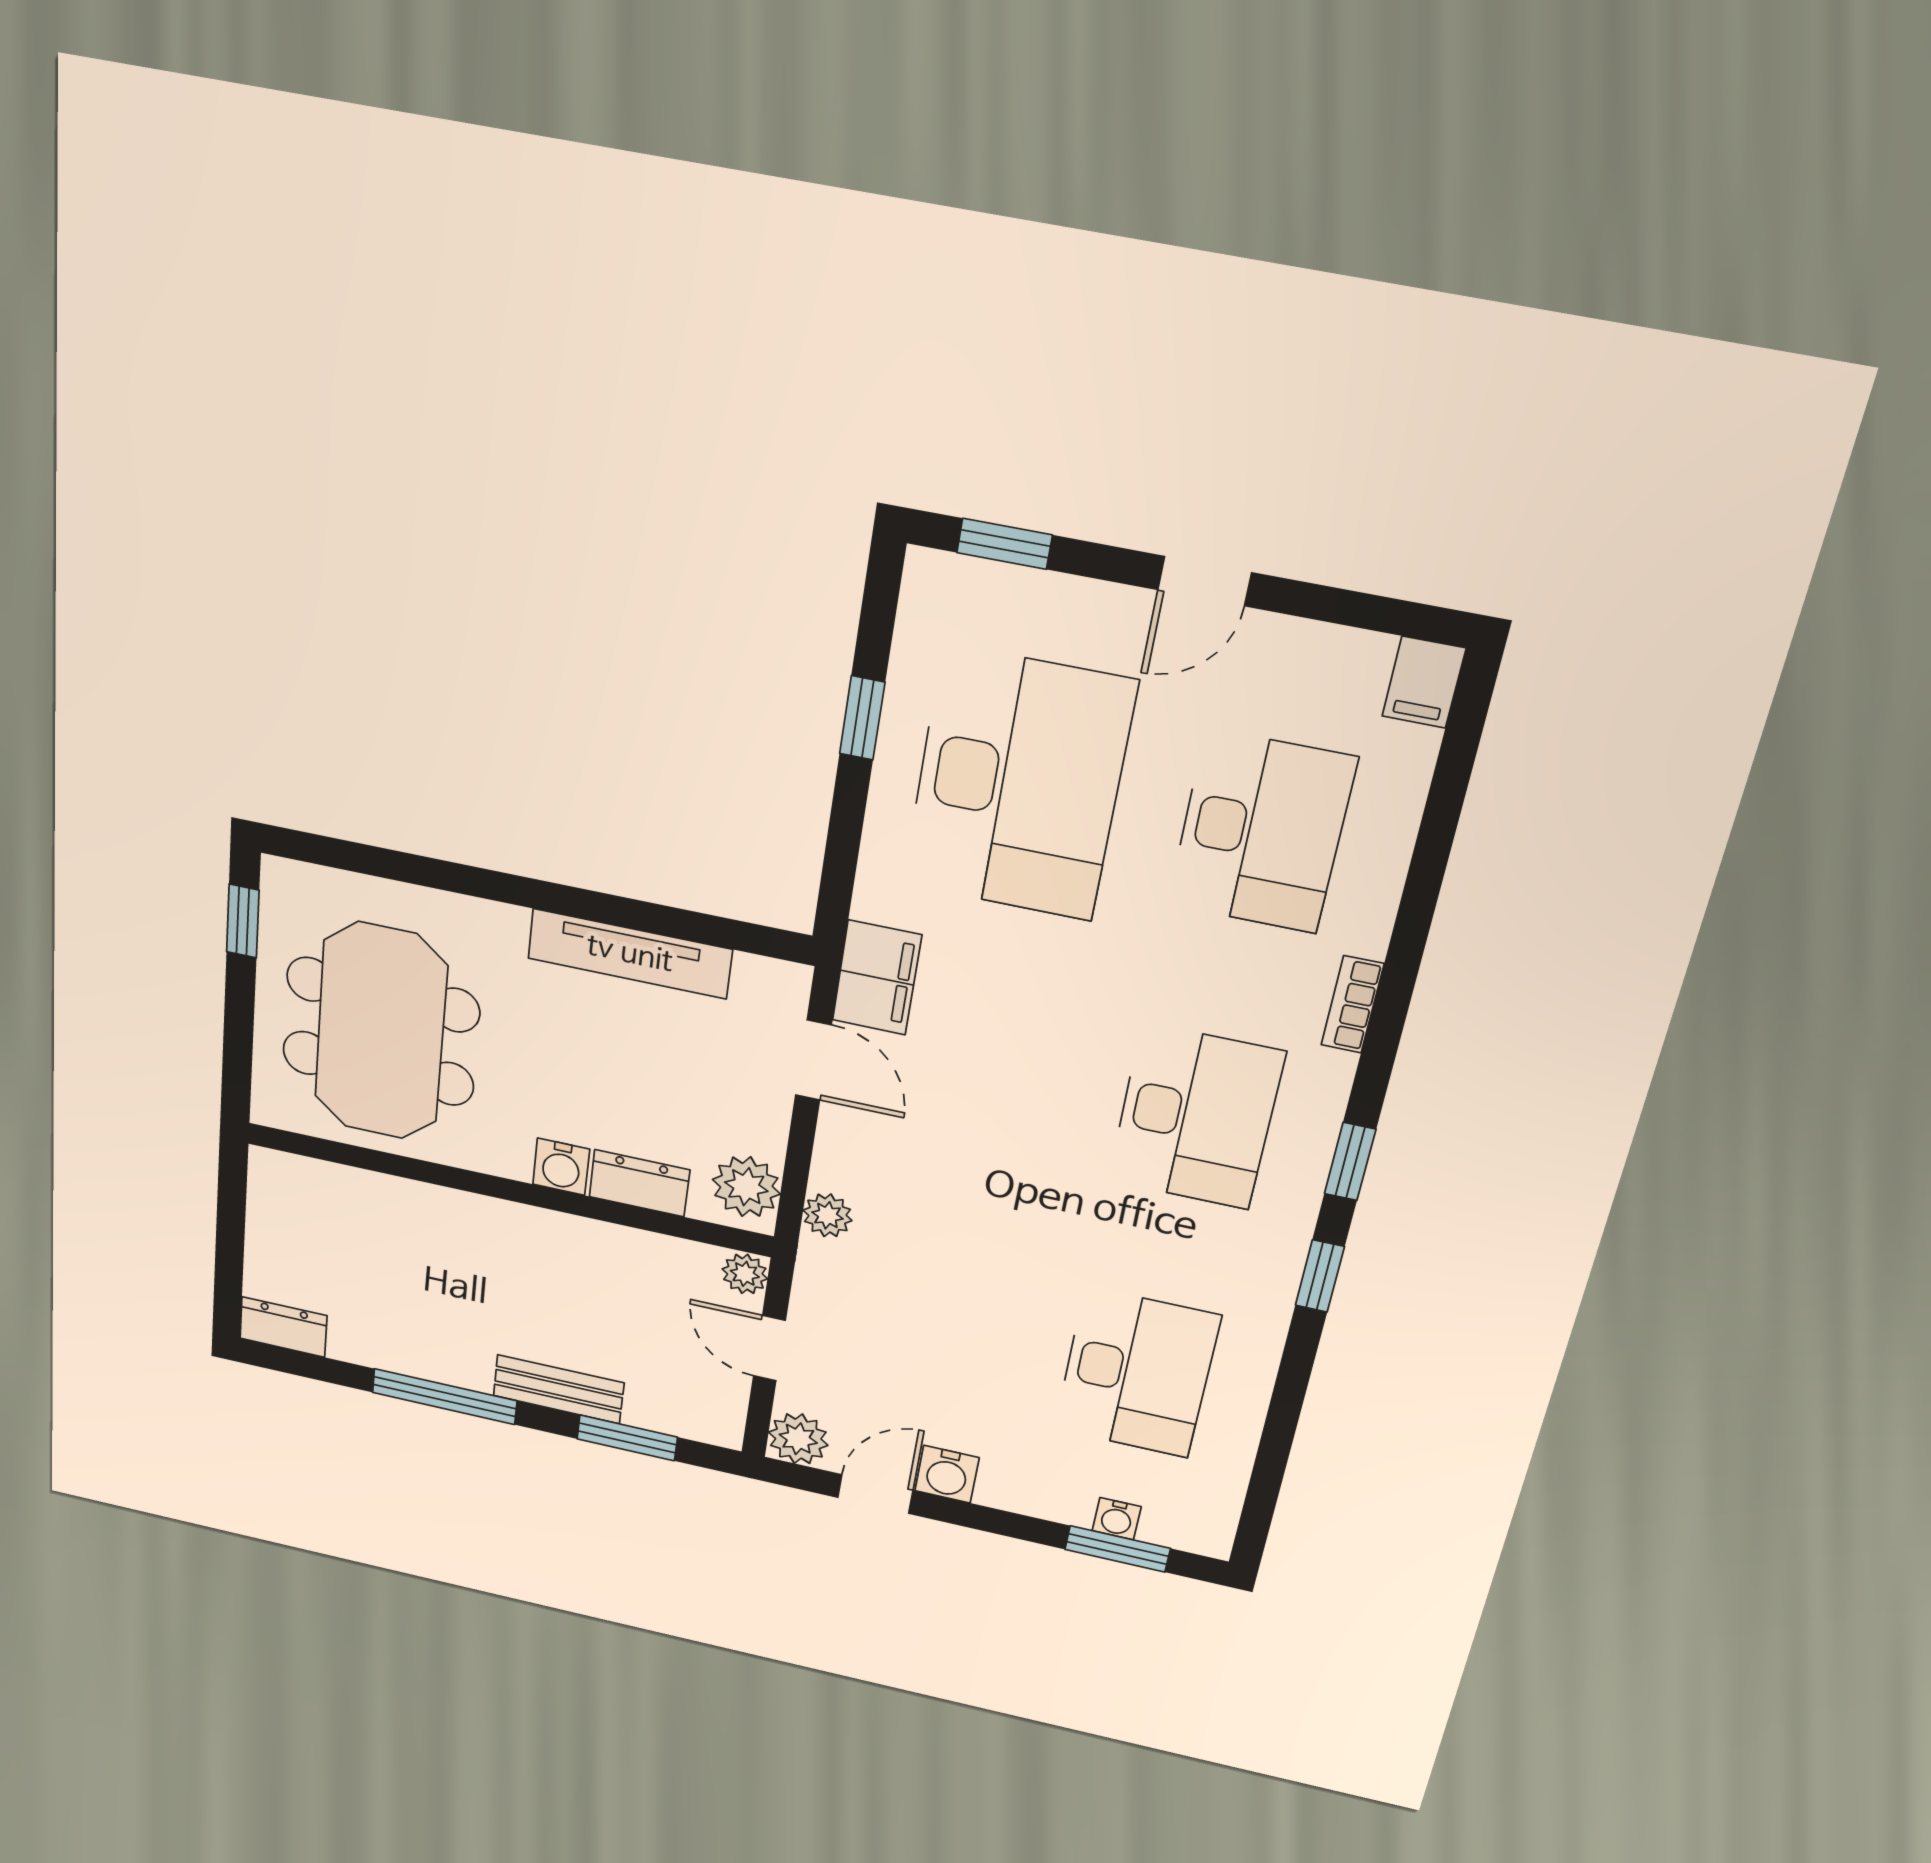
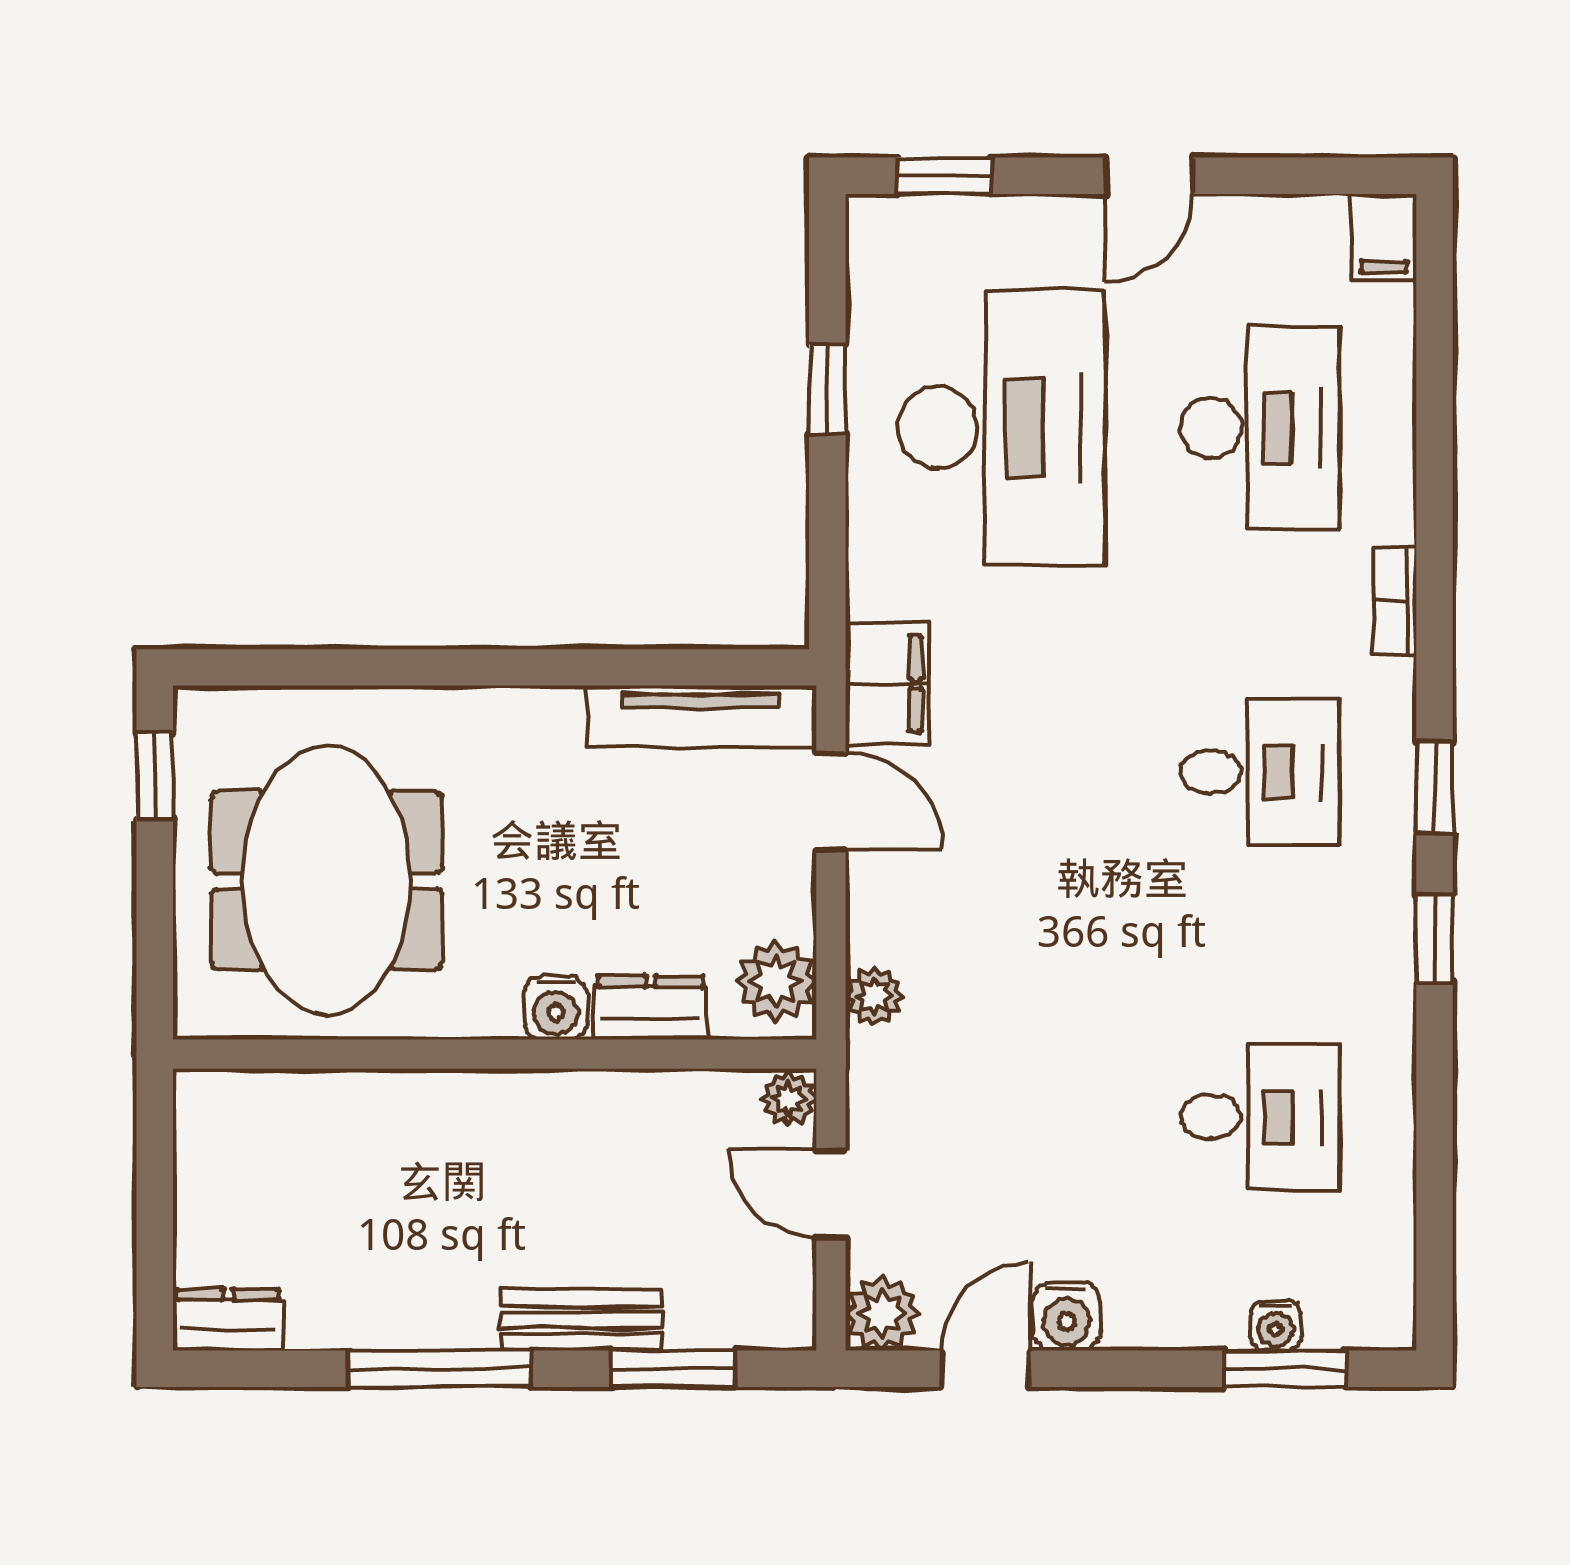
tv unit: (630, 954) -> (701, 717), moved
desk: (1196, 1117) -> (1260, 772), width x0.73
desk: (1137, 1373) -> (1260, 1116), width x0.73

